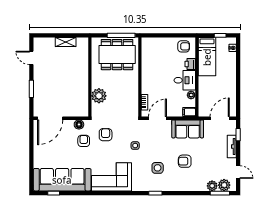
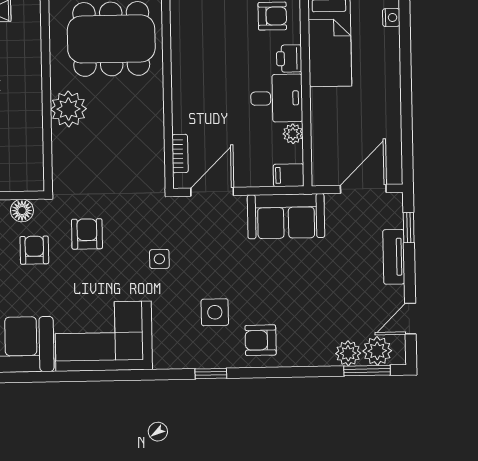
plant: (99, 96) -> (68, 109), moved
armchair: (185, 161) -> (261, 340), moved
door: (238, 172) -> (410, 319), swing flipped

